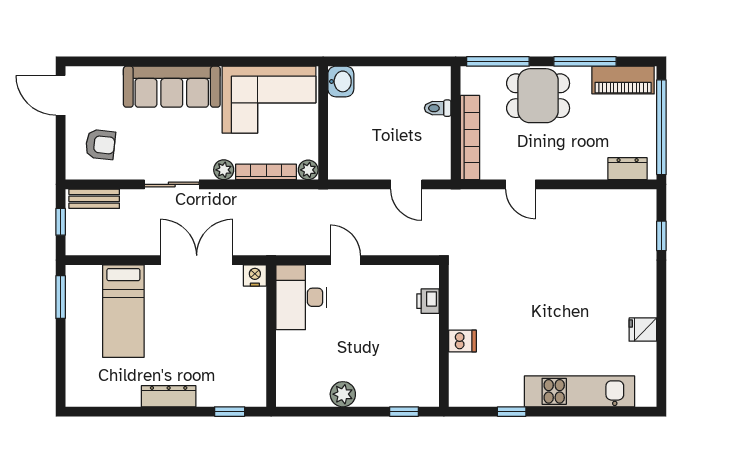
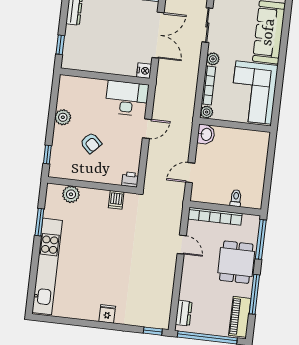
washbasin: (341, 81) -> (206, 134), moved, turned -90
door: (520, 184) -> (182, 245), swing flipped
window: (661, 236) -> (153, 331), moved
printer: (428, 301) -> (130, 179), moved
fridge: (643, 330) -> (107, 314), moved
dishwasher: (462, 341) -> (116, 200), moved
armchair: (378, 345) -> (91, 143), added
plant: (462, 367) -> (71, 194), added
kitchen unit: (579, 391) -> (47, 266), width x1.36
window: (512, 412) -> (39, 222), width x1.50

